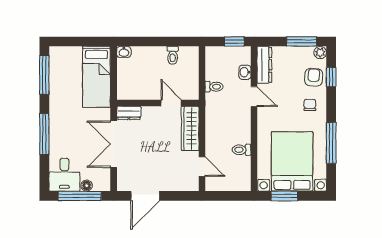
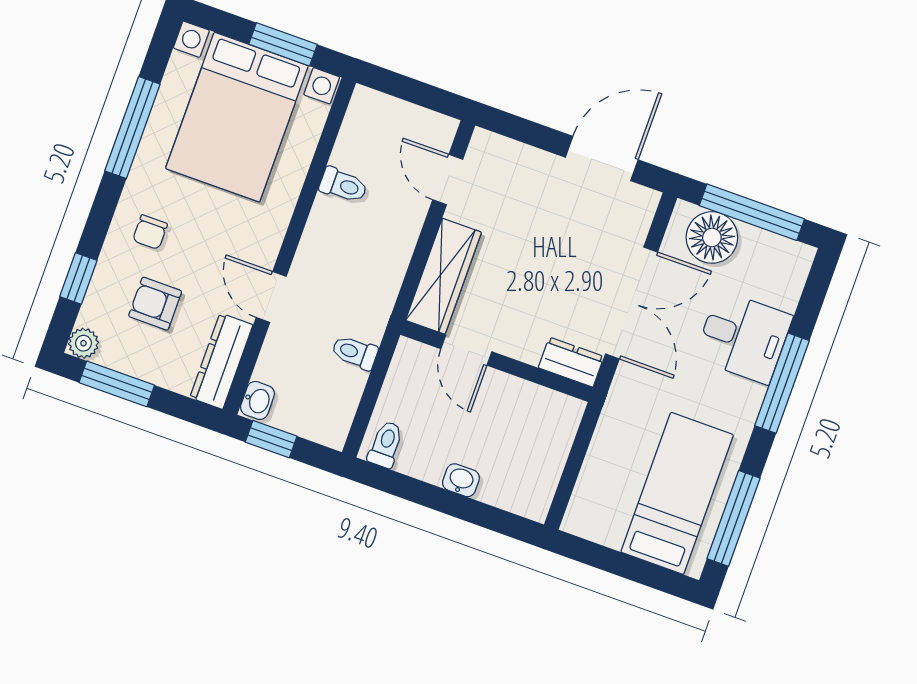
washbasin: (124, 52) -> (461, 480), moved
toilet: (173, 55) -> (386, 444), moved
washbasin: (245, 72) -> (257, 400), moved
bed: (96, 77) -> (677, 493), moved
armchair: (314, 77) -> (155, 304), moved, turned 86
desk: (64, 175) -> (743, 337), moved, turned 90
floor lamp: (87, 186) -> (712, 237), width x1.89, depth x1.89

